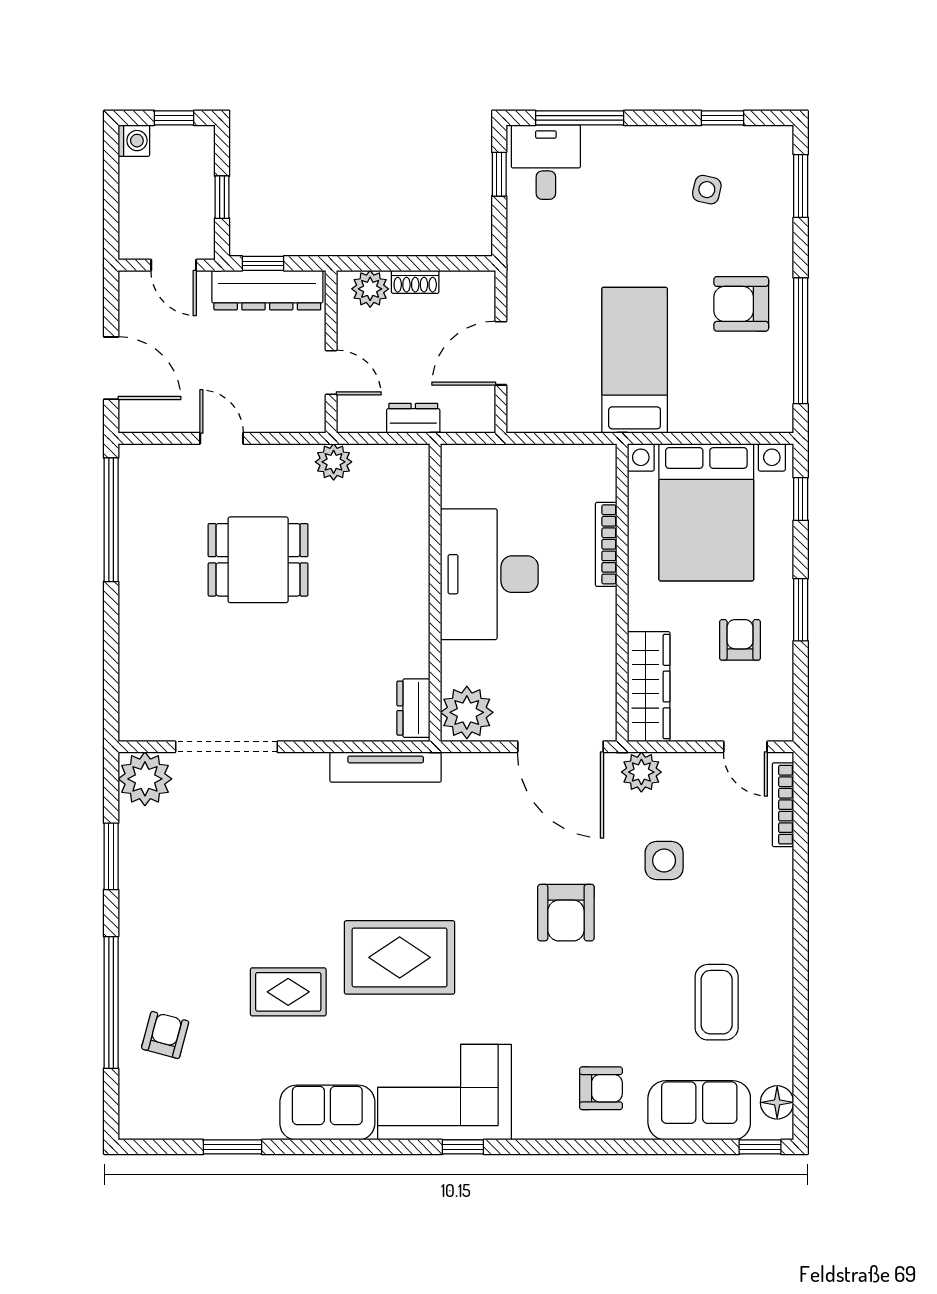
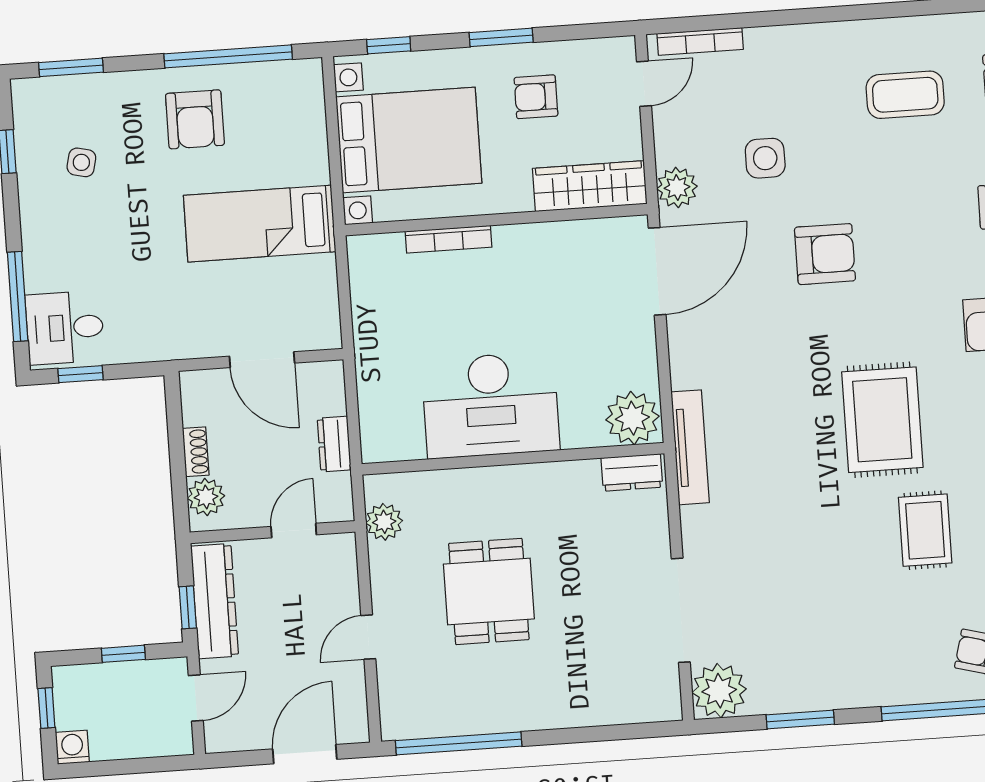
desk: (489, 574) -> (490, 405), moved
wall: (435, 593) -> (513, 459), moved
dresser: (413, 708) -> (632, 473), moved
plant: (467, 712) -> (632, 418), moved

